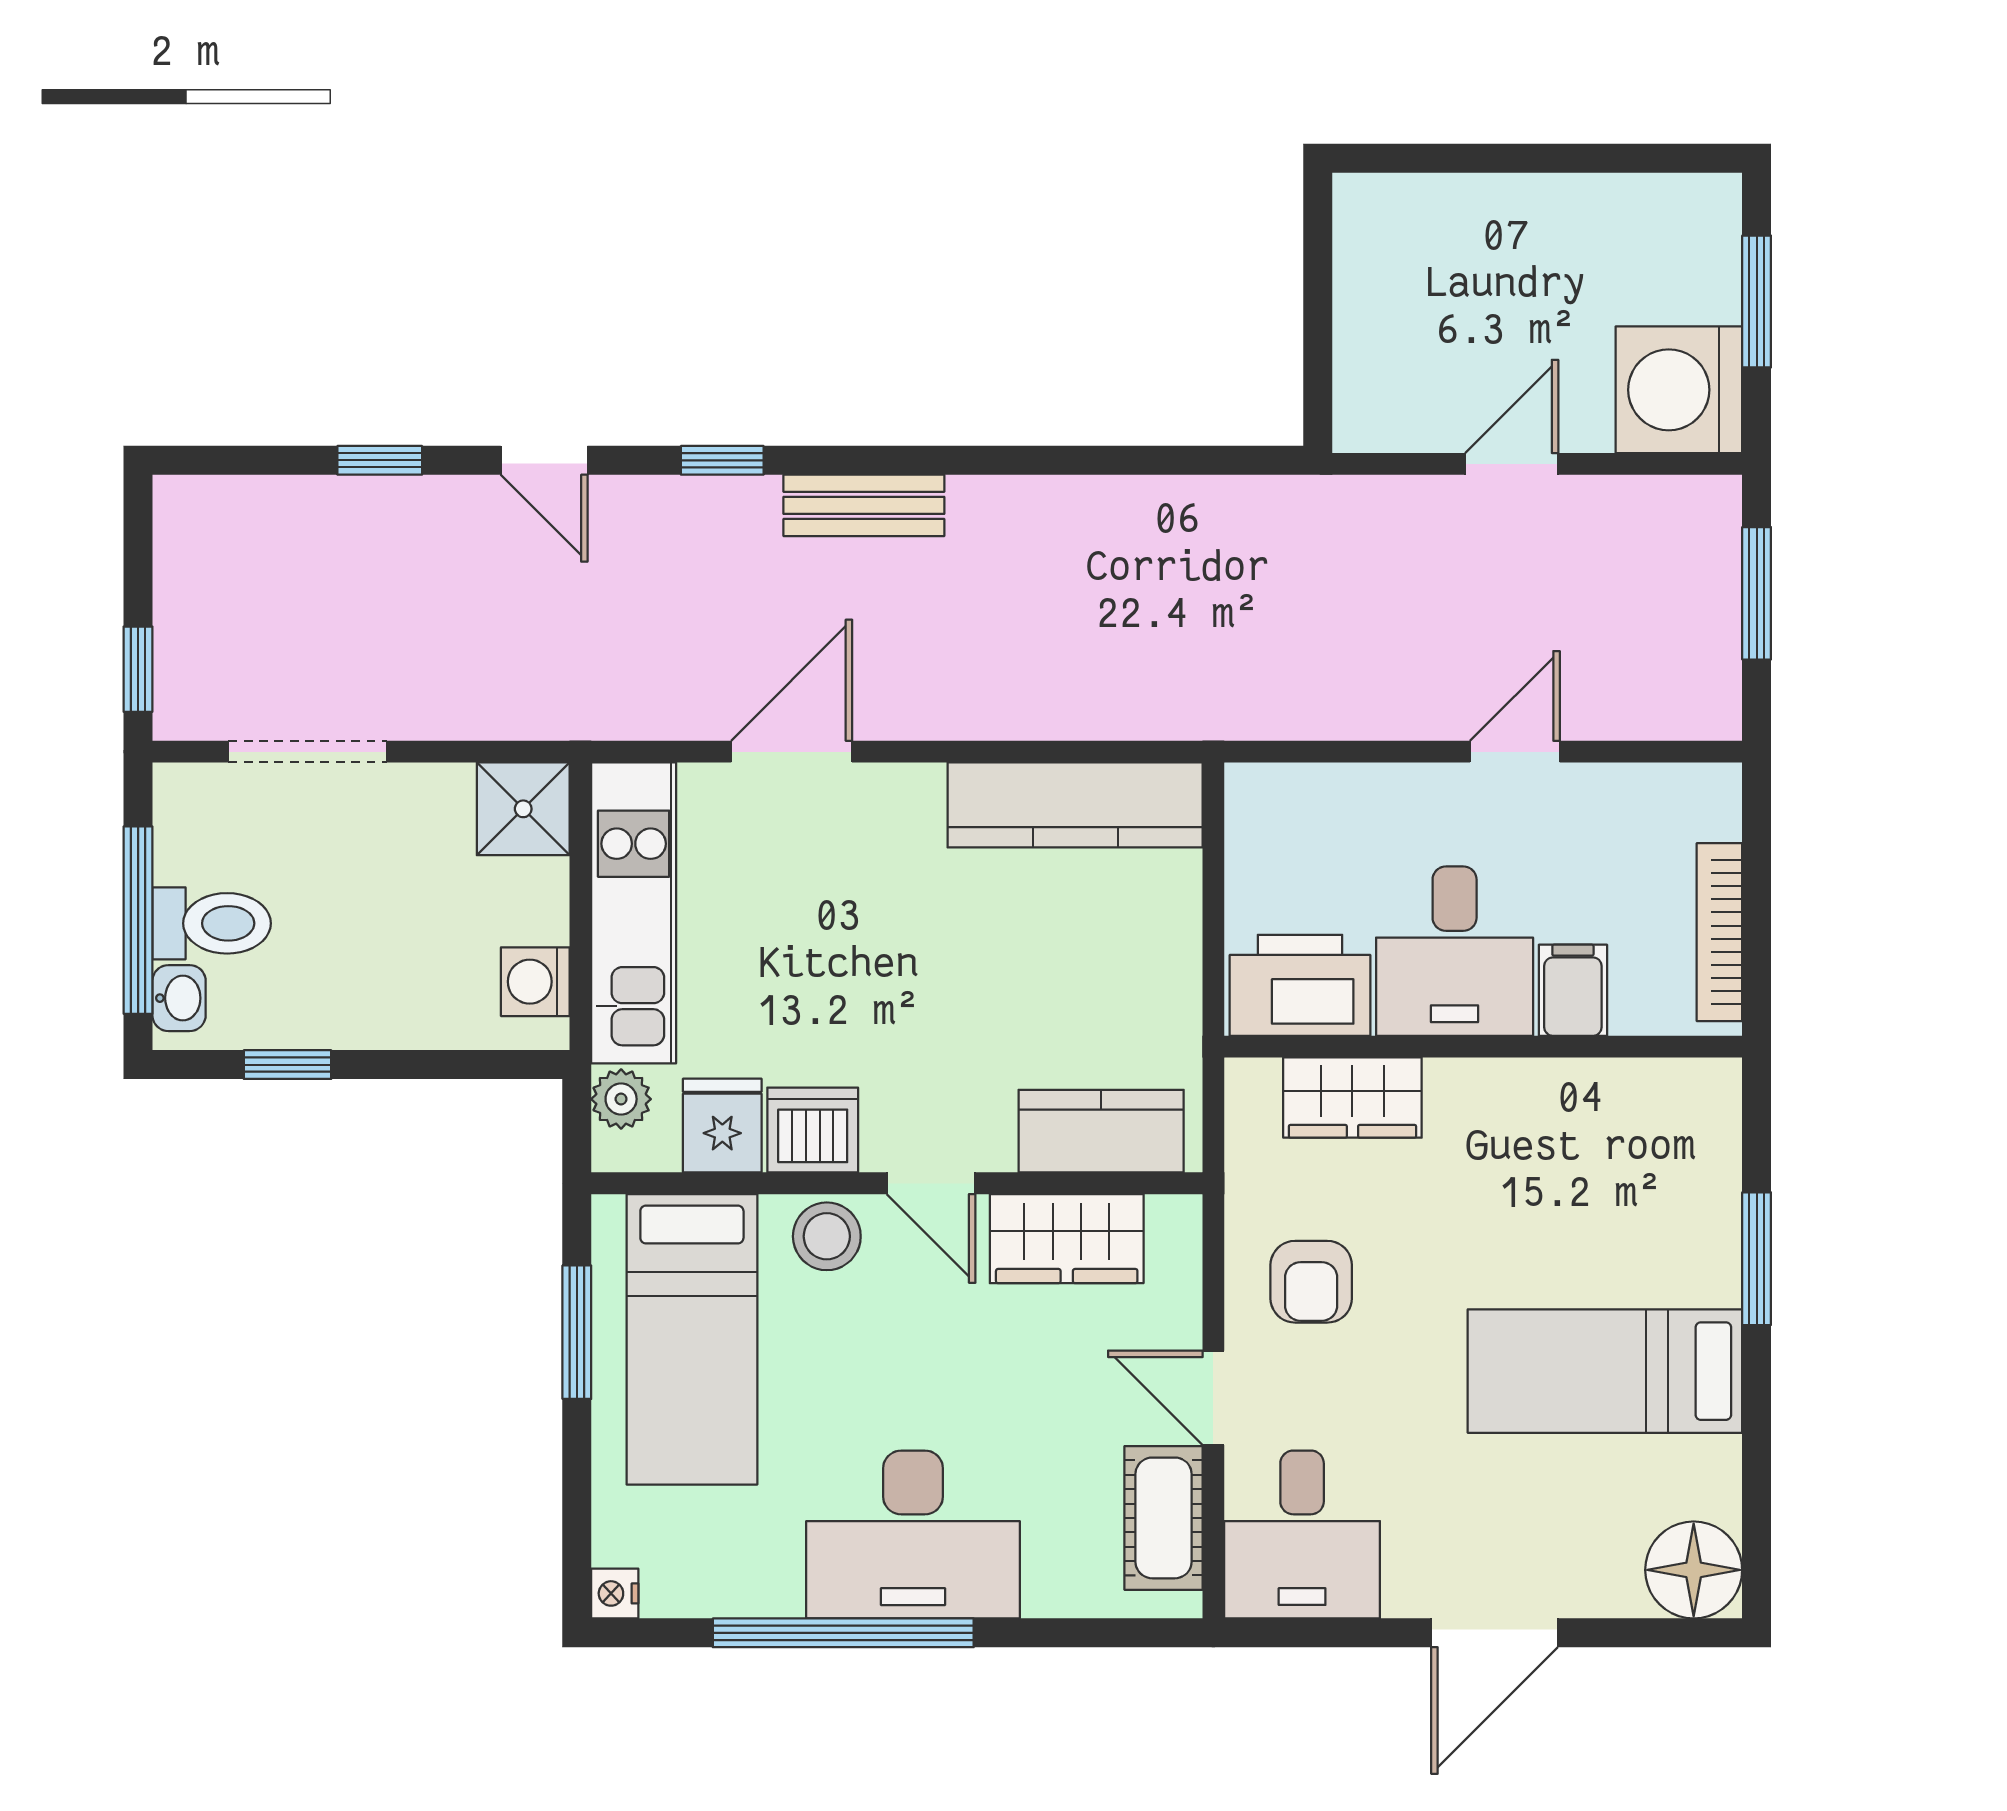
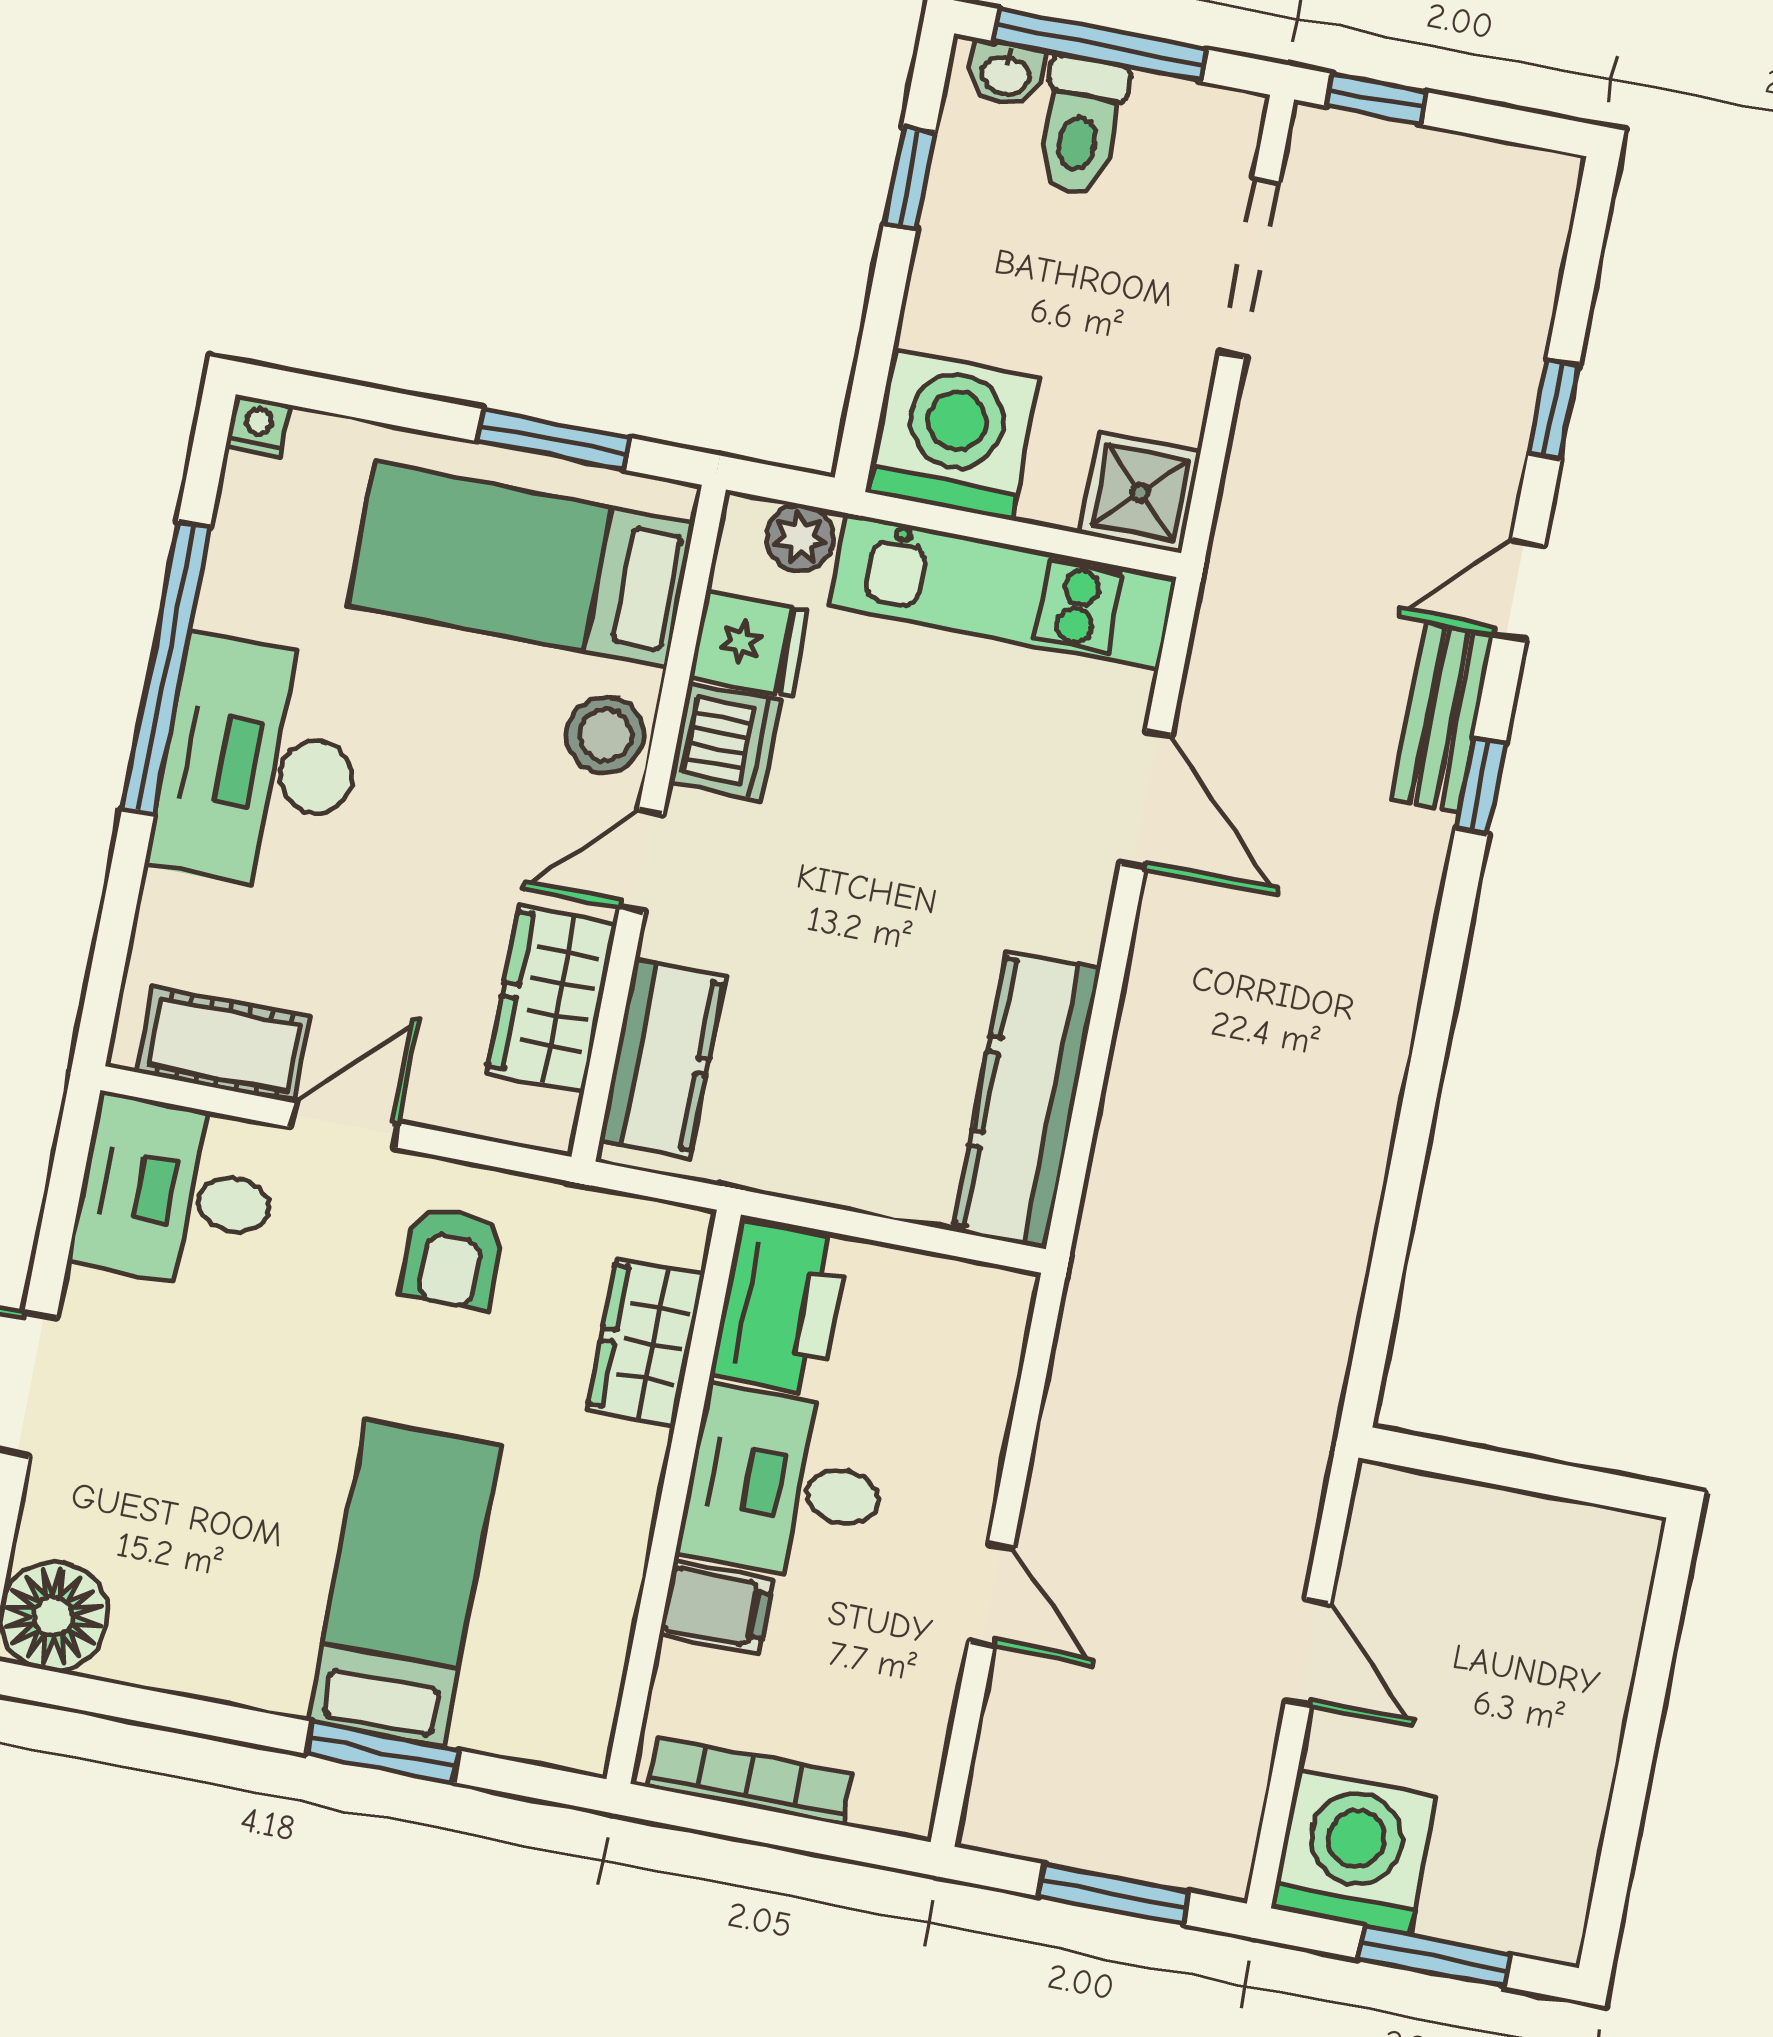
bench: (864, 505) -> (1442, 718), moved
washing machine: (535, 982) -> (954, 435), width x1.89, depth x1.89
armchair: (1311, 1282) -> (452, 1257), turned -90
bed: (1605, 1371) -> (404, 1583), moved

